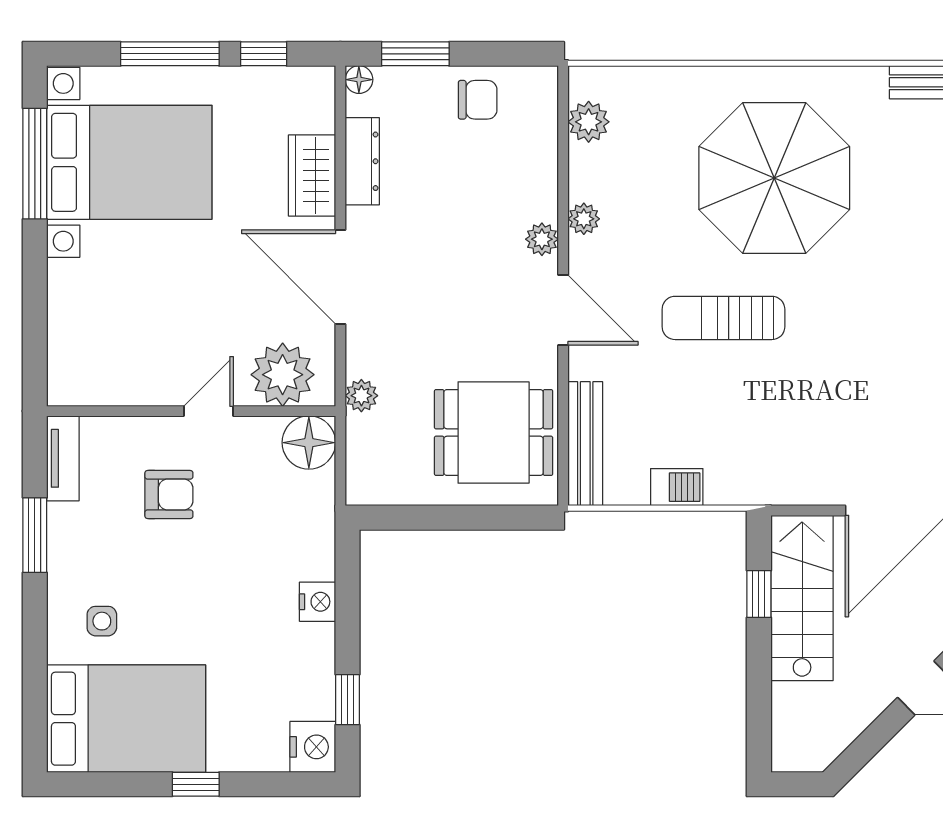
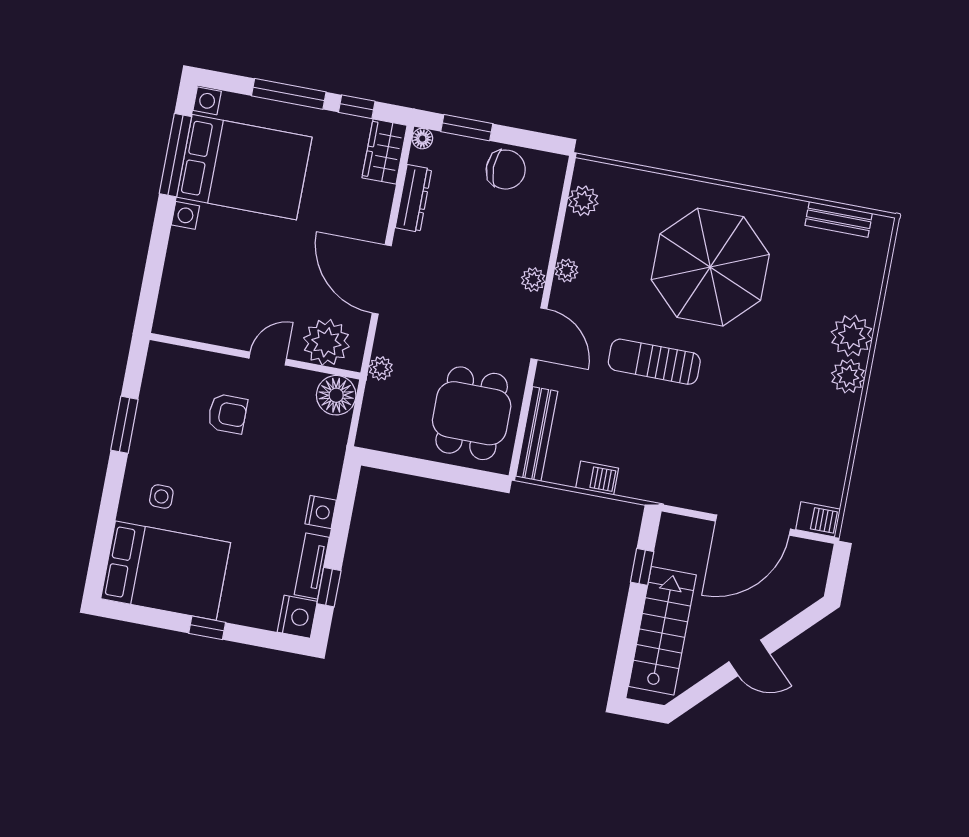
chair: (478, 100) -> (506, 170), width x1.37, depth x1.37
wardrobe: (312, 175) -> (385, 152), moved
dining table: (494, 433) -> (472, 413), turned 90
tv unit: (63, 458) -> (312, 566), moved, turned 180
stairs: (802, 598) -> (662, 631), moved

